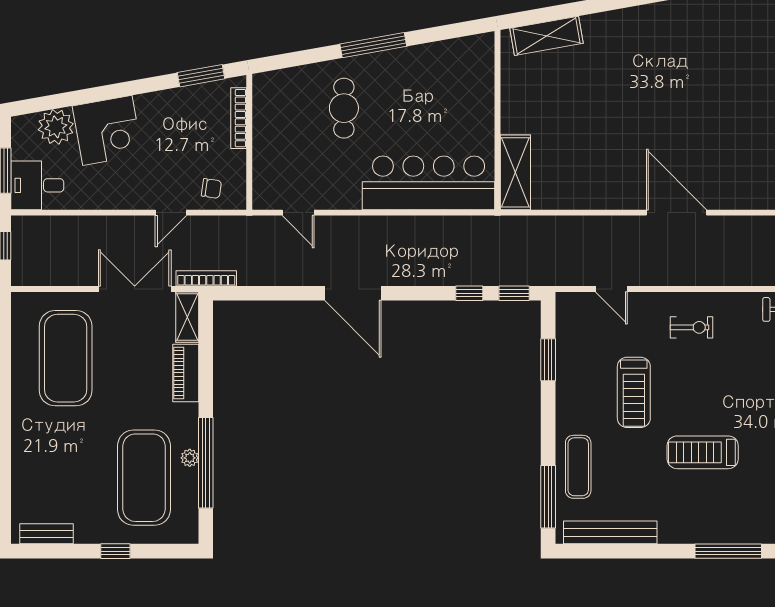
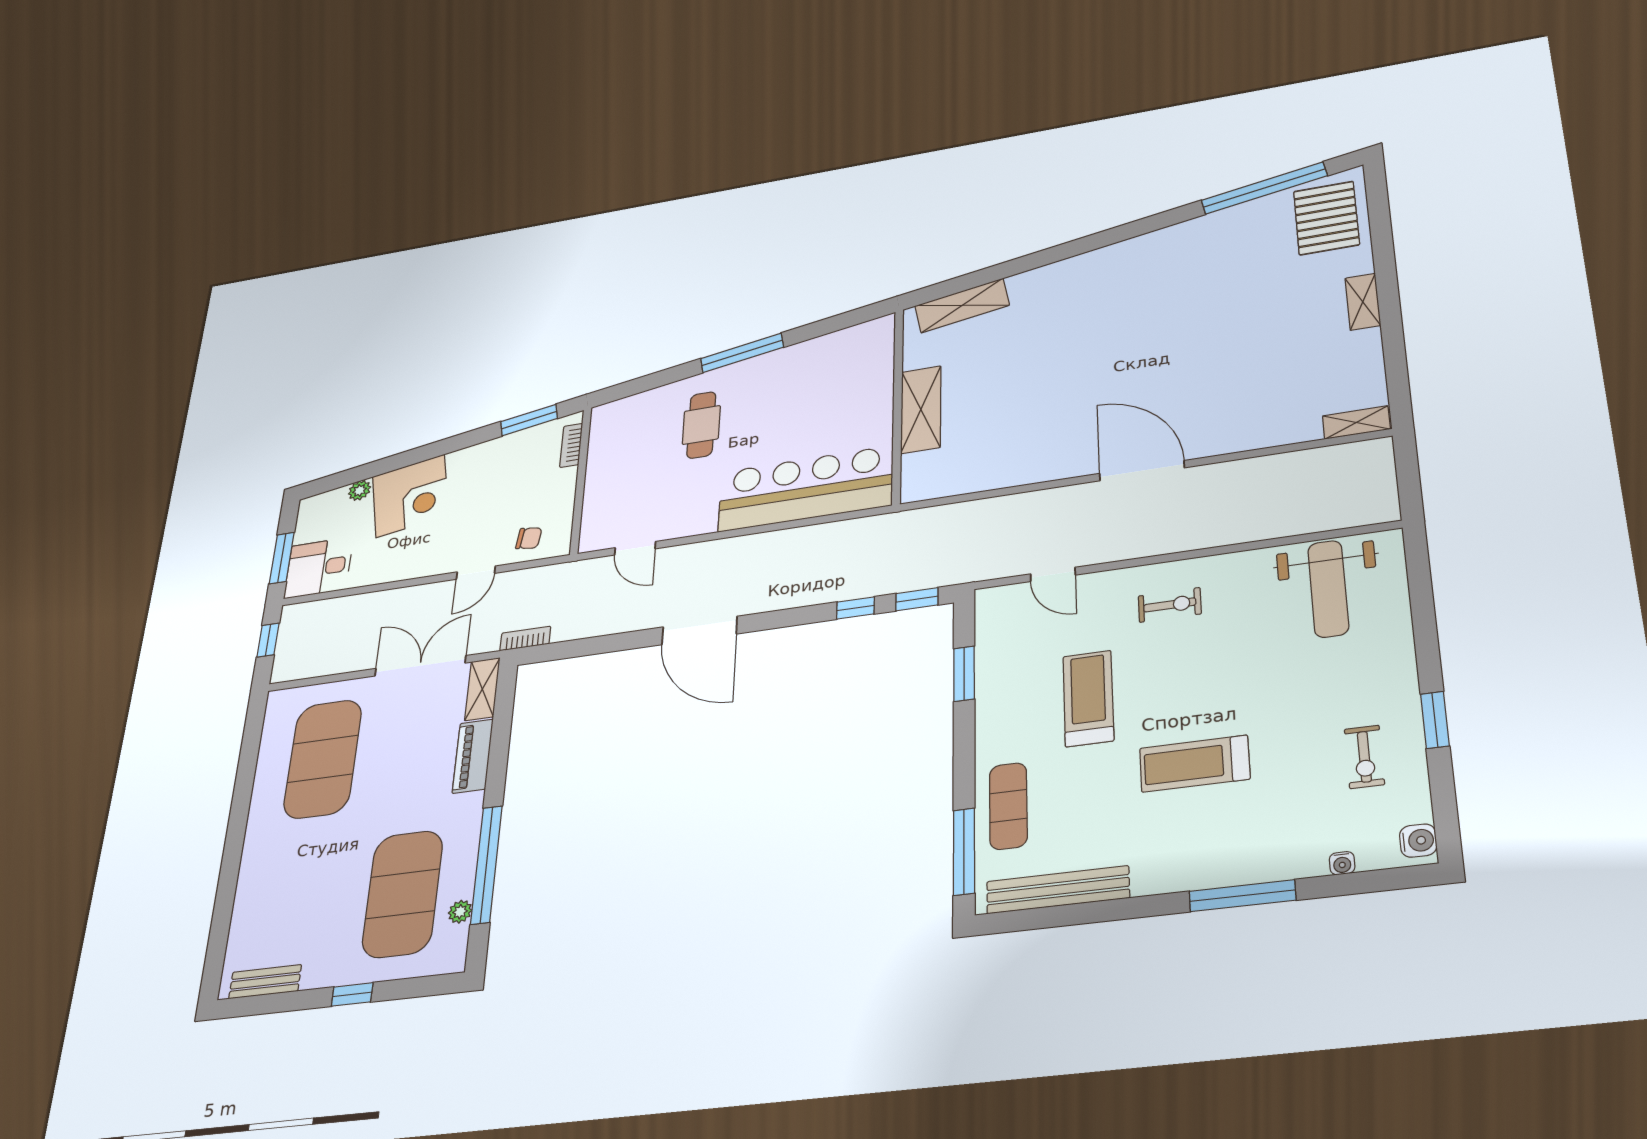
bookcase: (239, 118) -> (571, 445), width x0.64
plant: (56, 127) -> (360, 490), width x0.53, depth x0.53
shelving: (515, 172) -> (921, 410), moved
bookcase: (206, 278) -> (525, 639), width x0.64
treadmill: (634, 392) -> (1088, 698), turned 180
plant: (190, 458) -> (460, 912), moved

